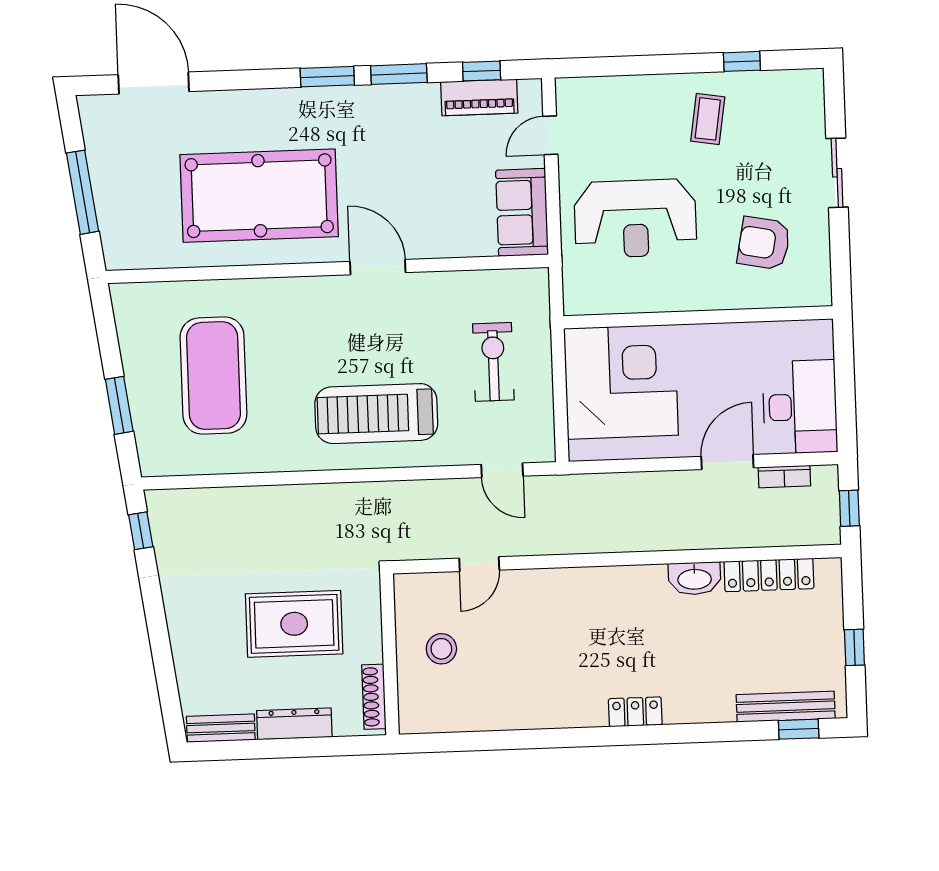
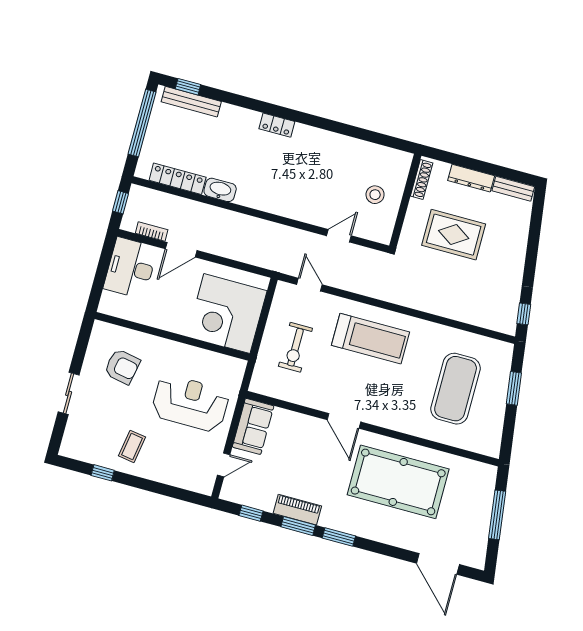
piano: (479, 97) -> (297, 510), moved
window: (854, 647) -> (142, 123), width x3.17

